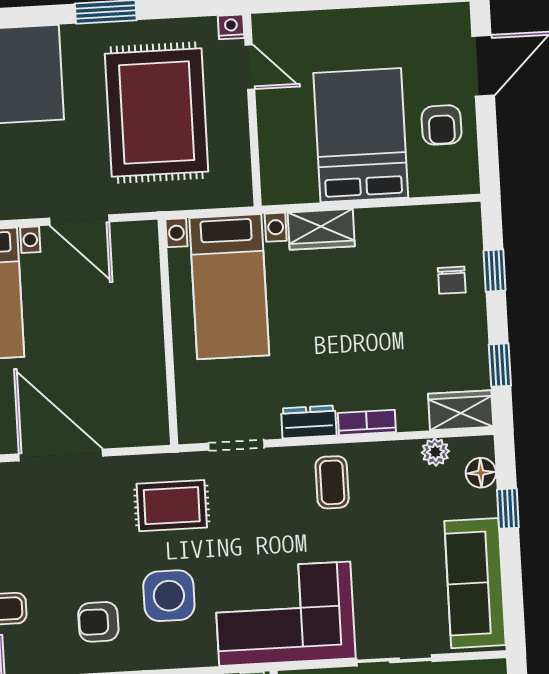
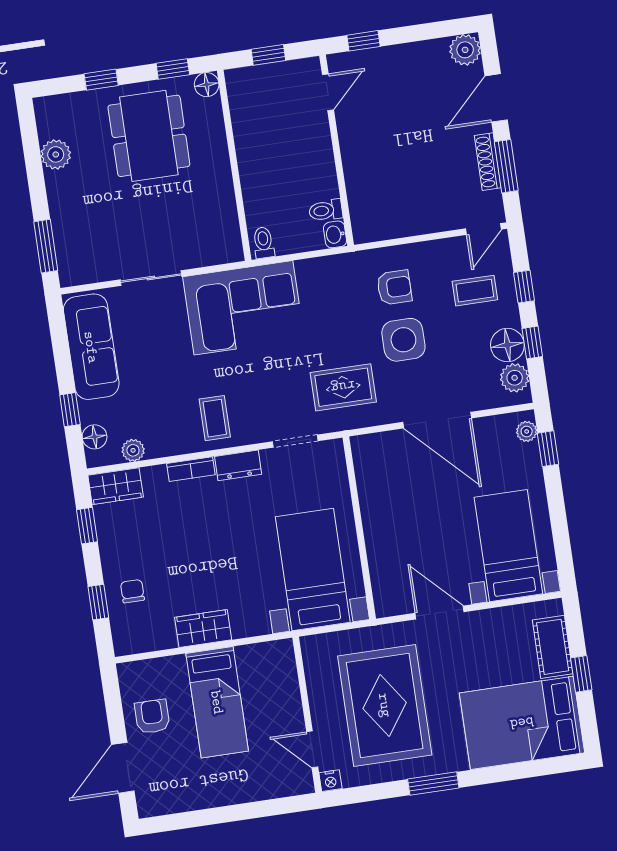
bed: (361, 135) -> (217, 702), width x0.67
wardrobe: (321, 229) -> (203, 629), moved
side table: (169, 596) -> (403, 340), moved

